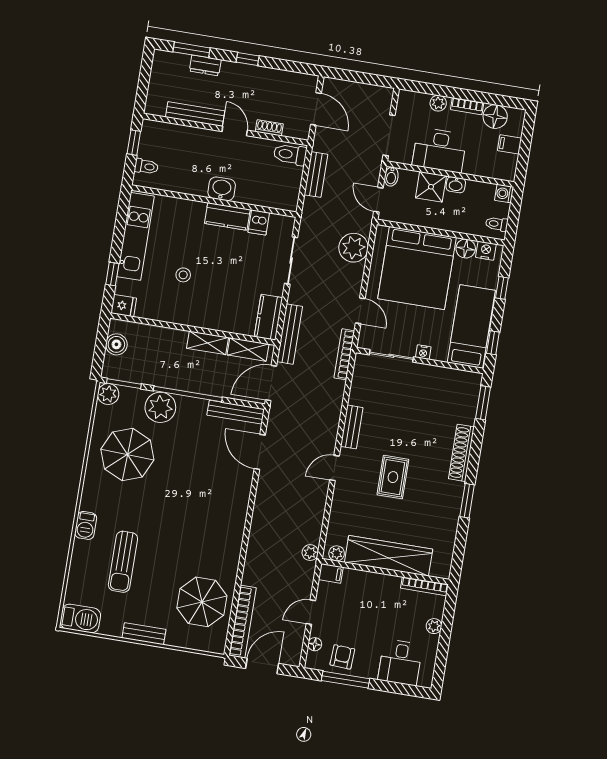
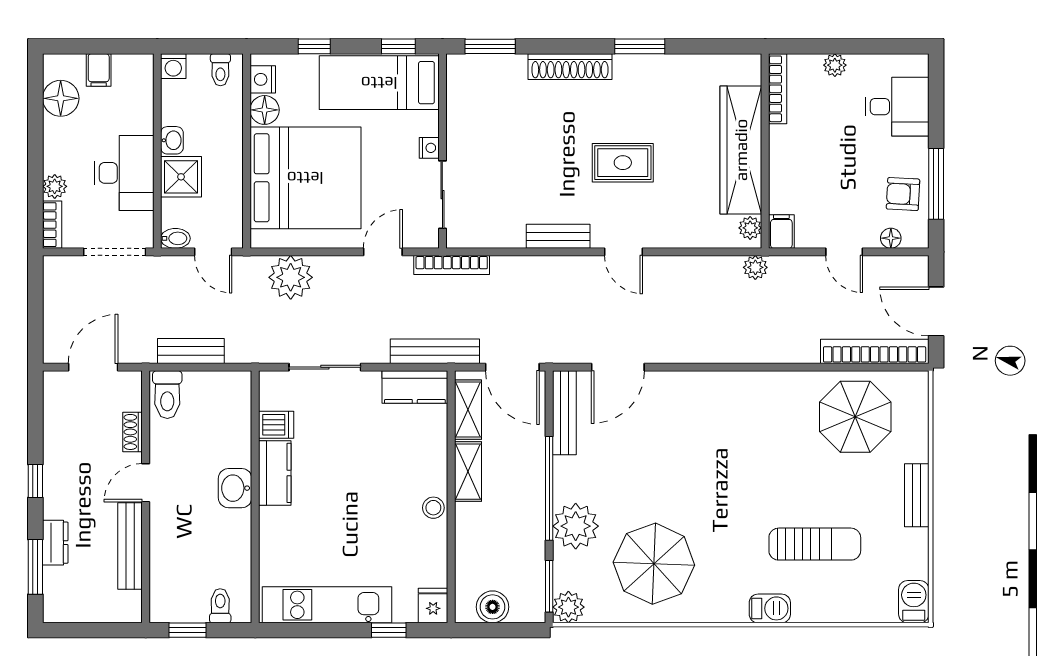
bookcase: (467, 106) -> (52, 225), moved
door: (378, 200) -> (213, 252), hinge flipped
stool: (183, 275) -> (433, 508), moved
barbecue: (80, 619) -> (914, 602), width x0.73, depth x0.79

